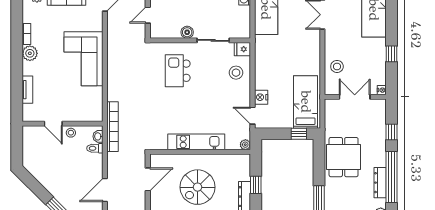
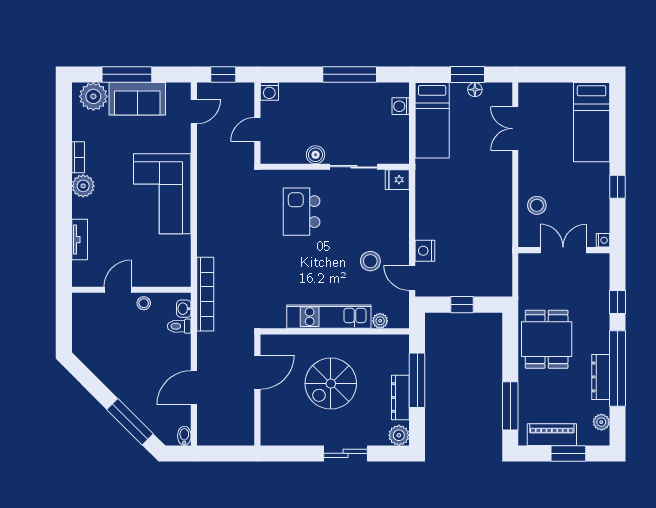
stool: (236, 73) -> (370, 261), moved
bed: (306, 102) -> (490, 258), removed
door: (53, 124) -> (118, 290), swing flipped
window: (299, 134) -> (462, 305), moved
plant: (245, 145) -> (380, 321), moved
window: (256, 185) -> (417, 380), width x2.17

